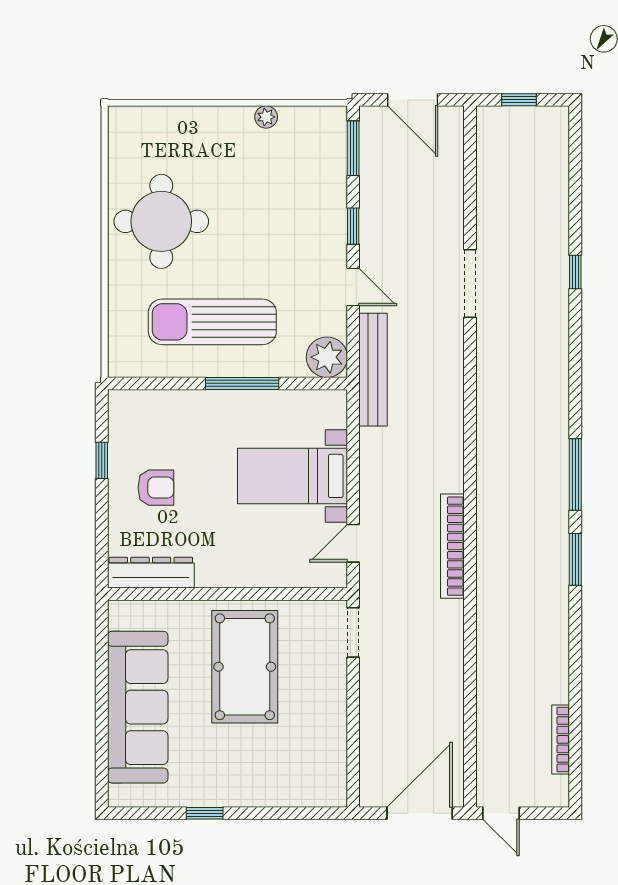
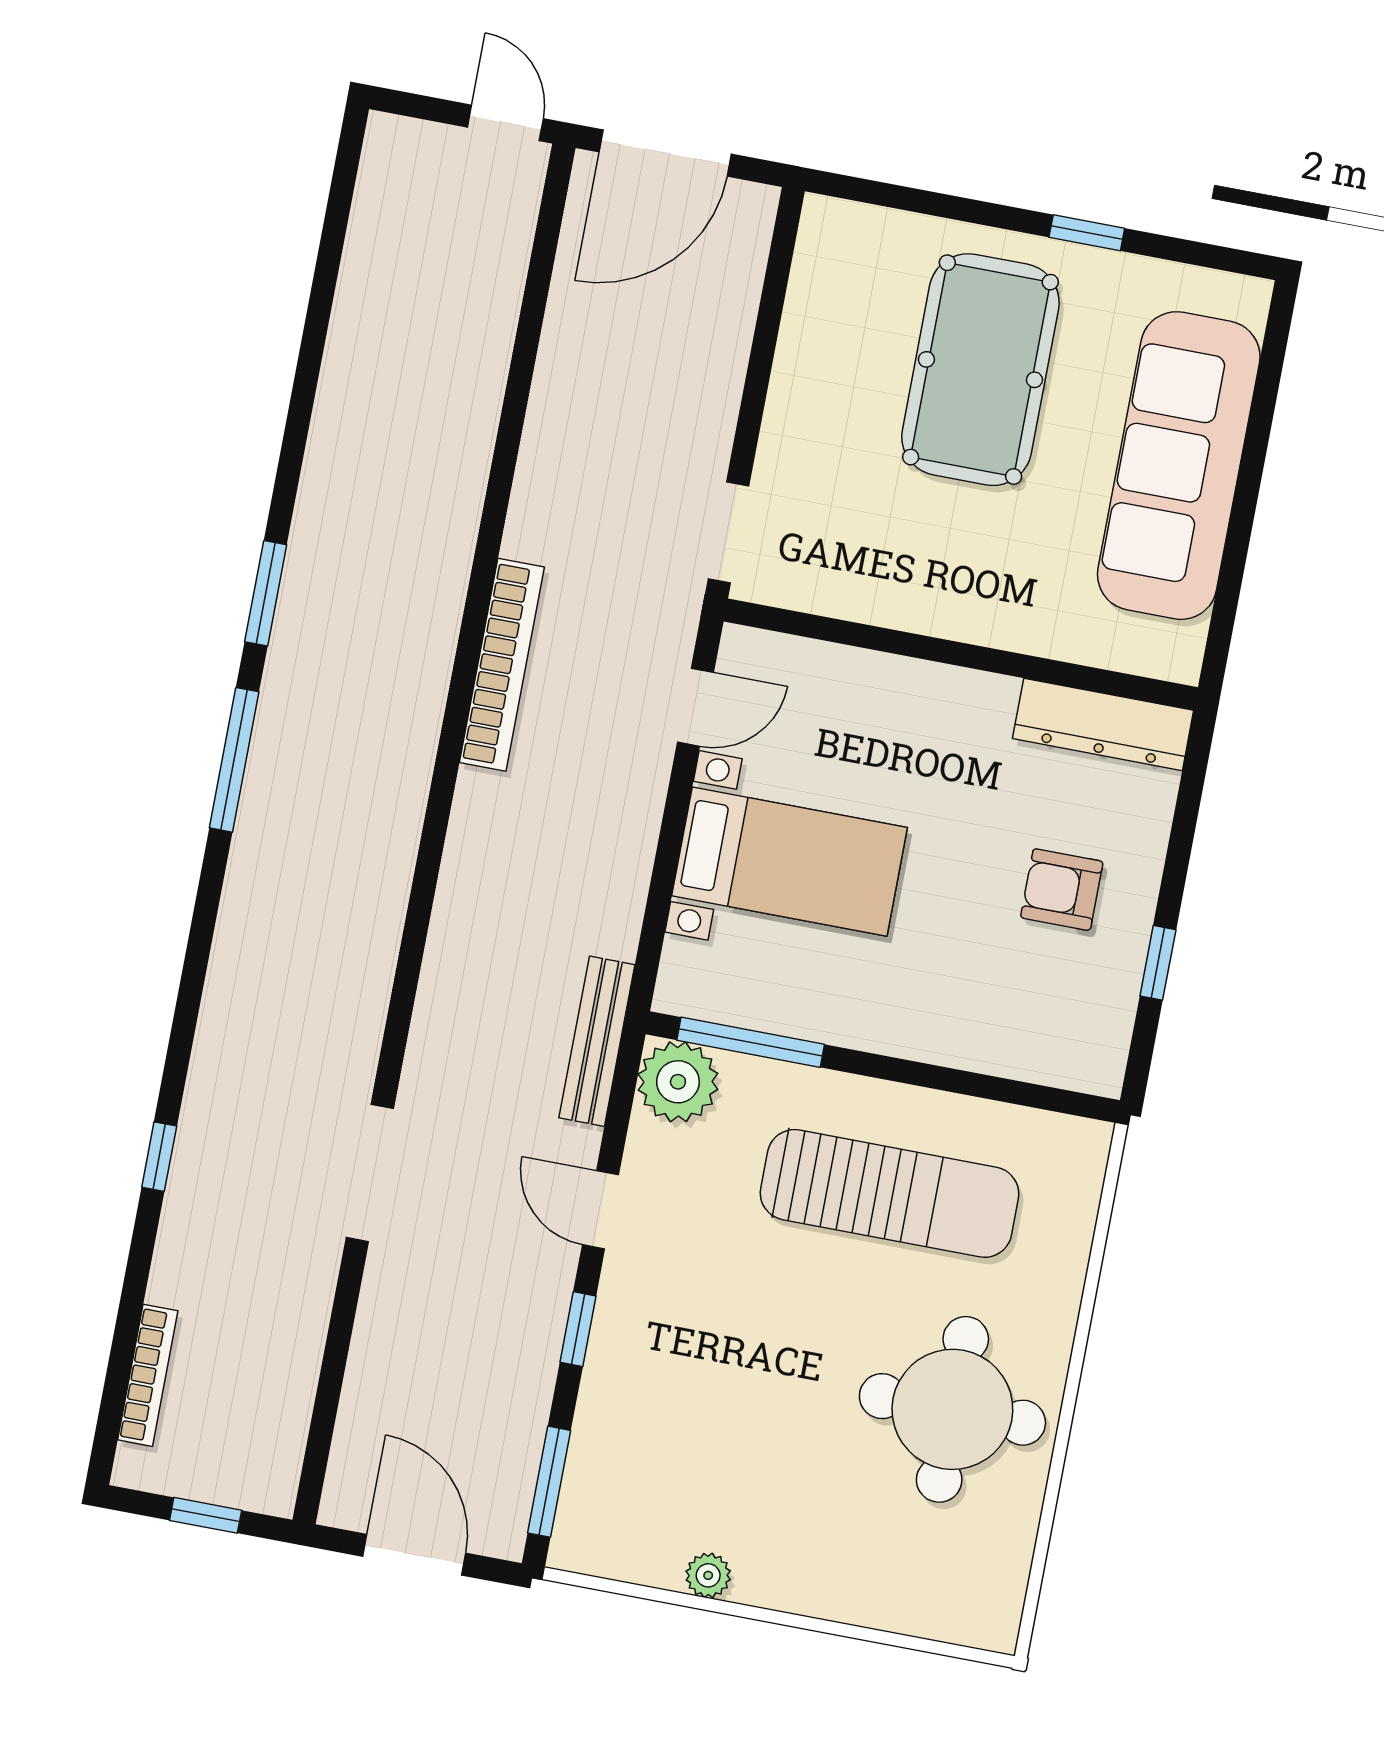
bench: (373, 370) -> (597, 1041), width x0.73, depth x0.82
window: (242, 383) -> (751, 1042), moved
pool table: (245, 667) -> (980, 370), moved
bookcase: (561, 739) -> (148, 1375), moved

